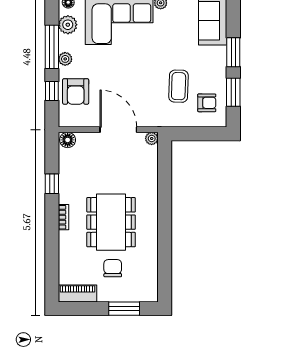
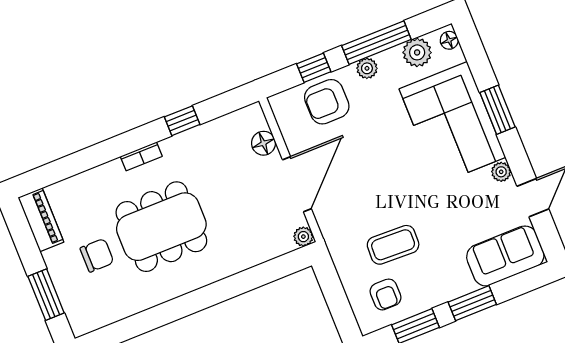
floor lamp: (68, 140) -> (263, 143), moved

